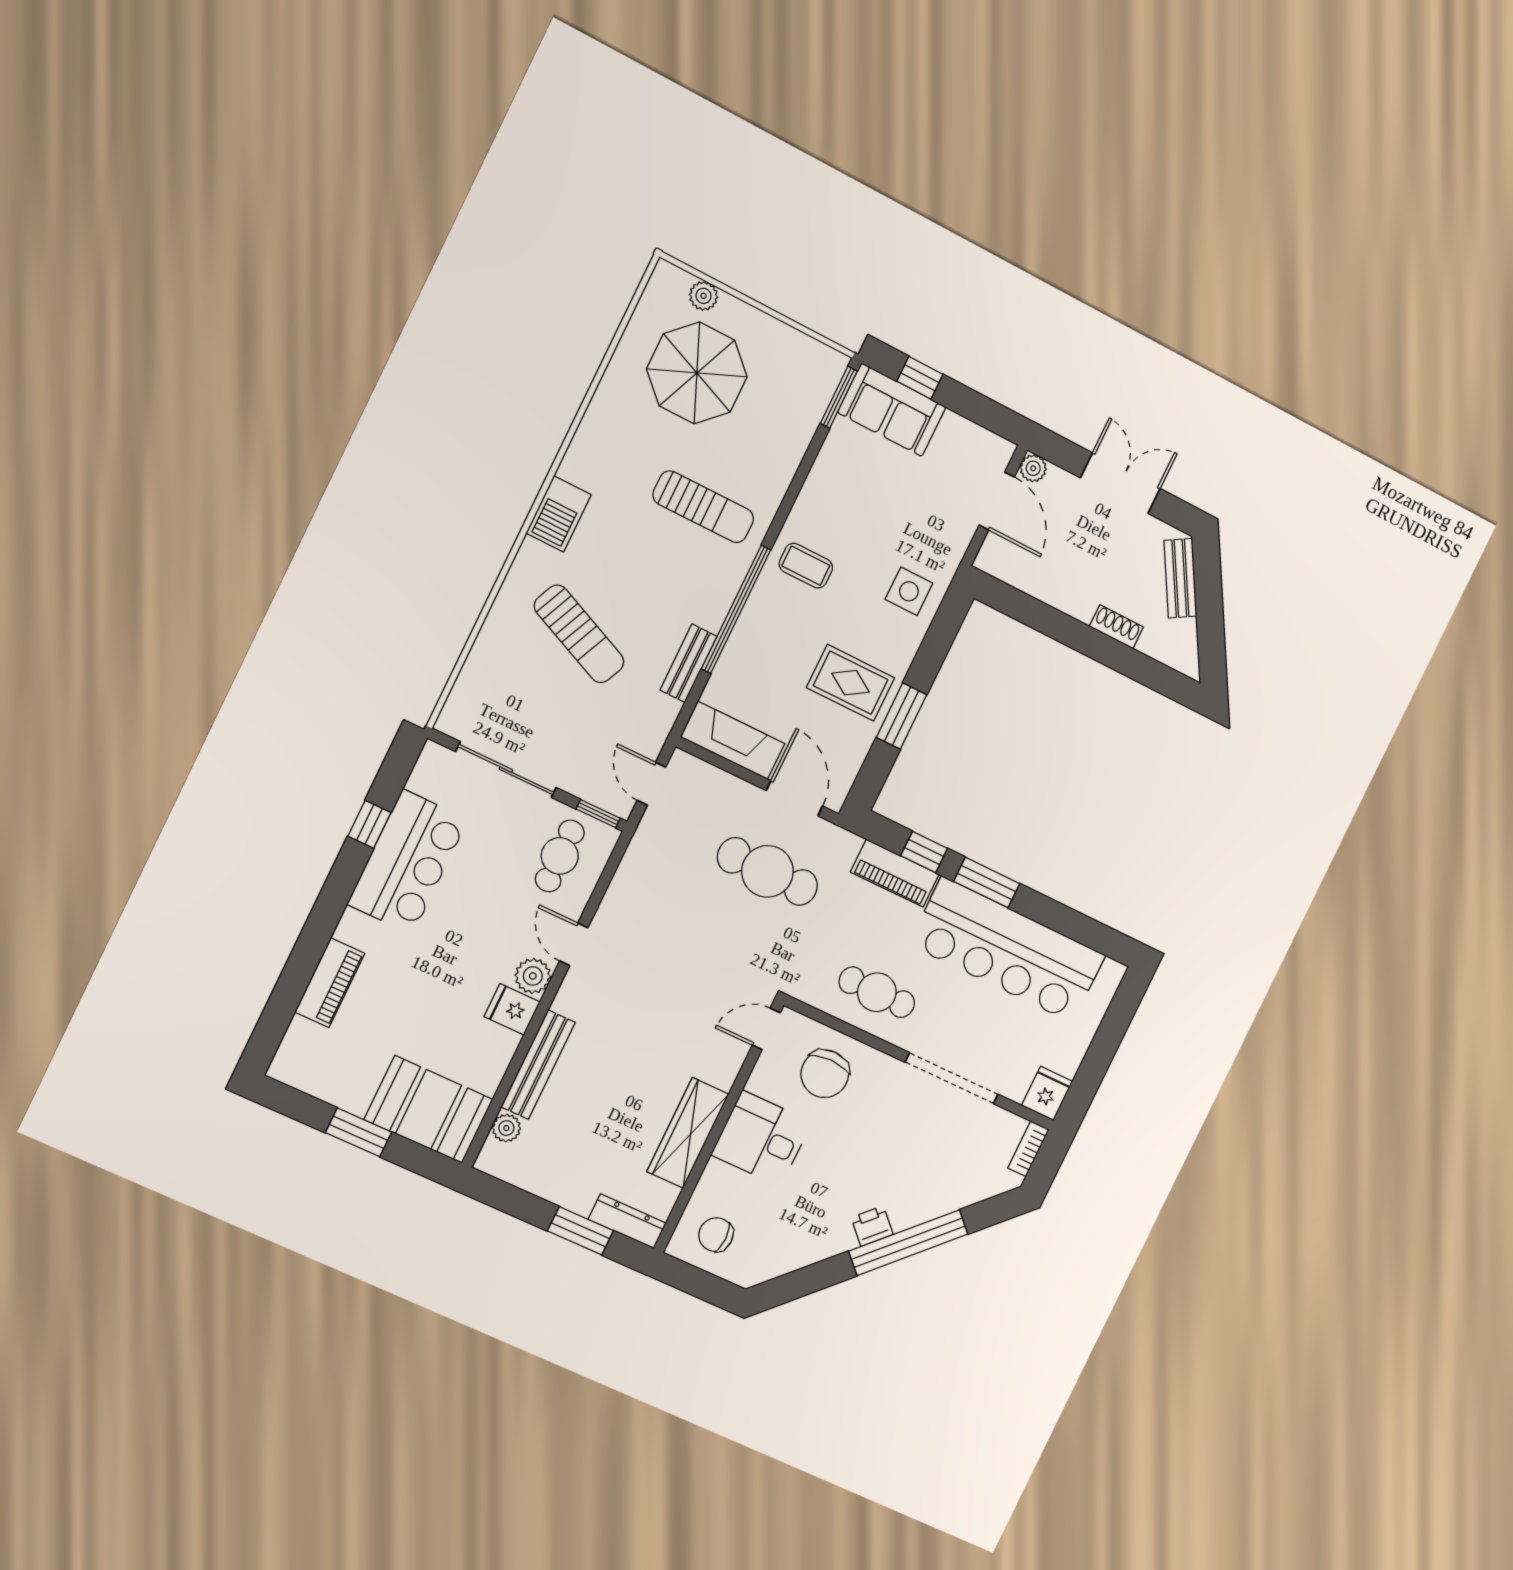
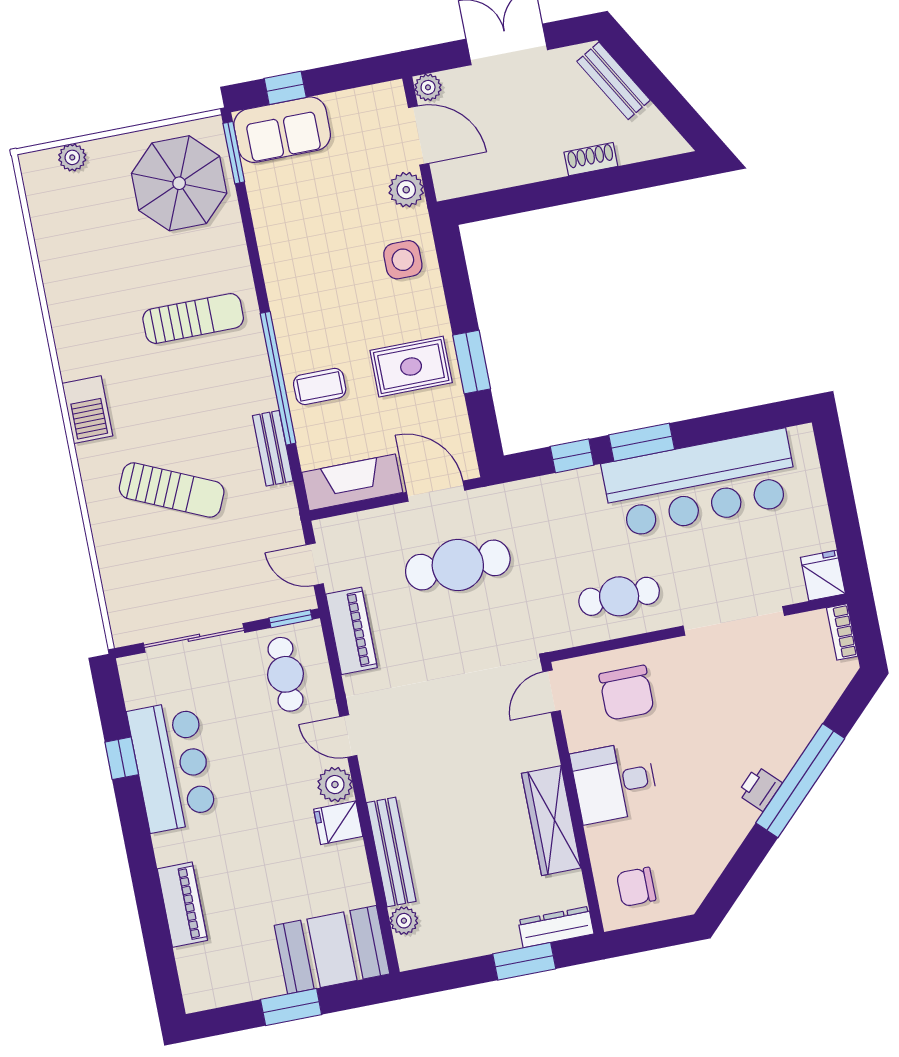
parasol: (697, 373) -> (179, 183), moved
plant: (954, 537) -> (406, 190), added
coffee table: (806, 566) -> (320, 386), moved
piano: (895, 873) -> (351, 631), moved, turned -90

